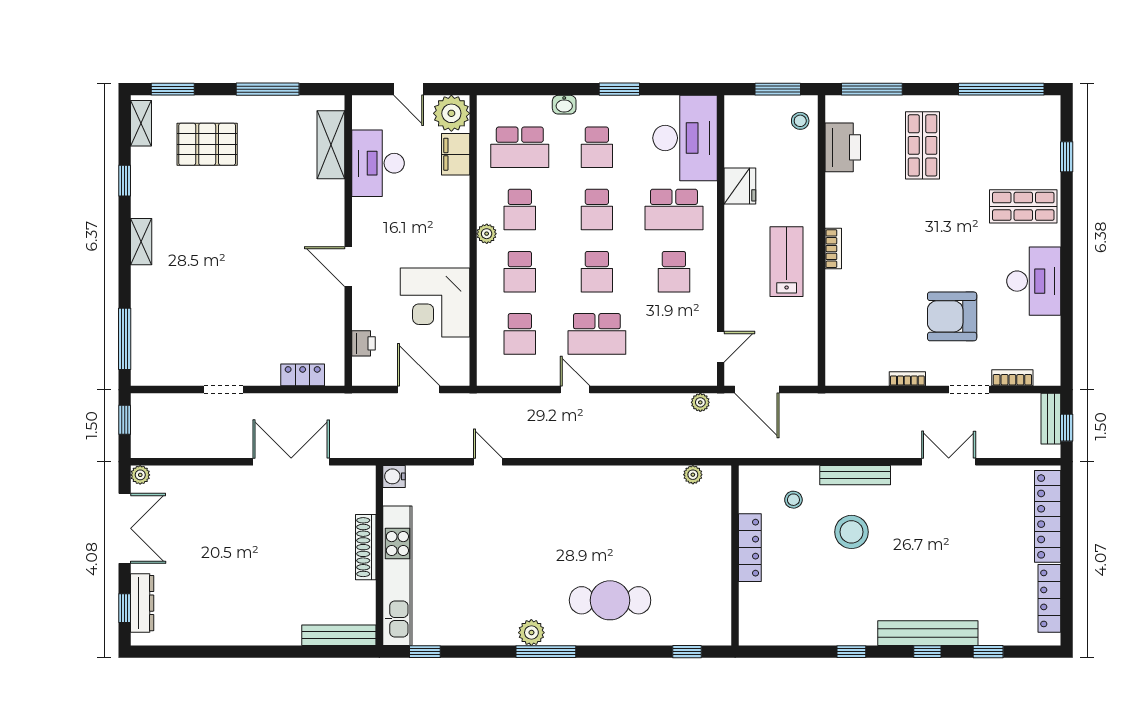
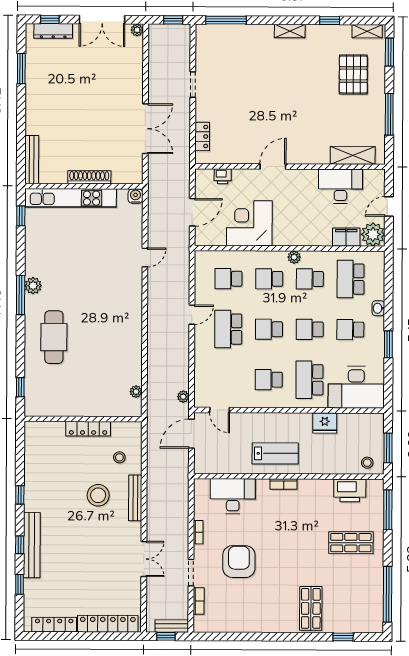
desk: (1034, 281) -> (233, 496), moved, turned 180
window: (200, 652) -> (21, 69), added

